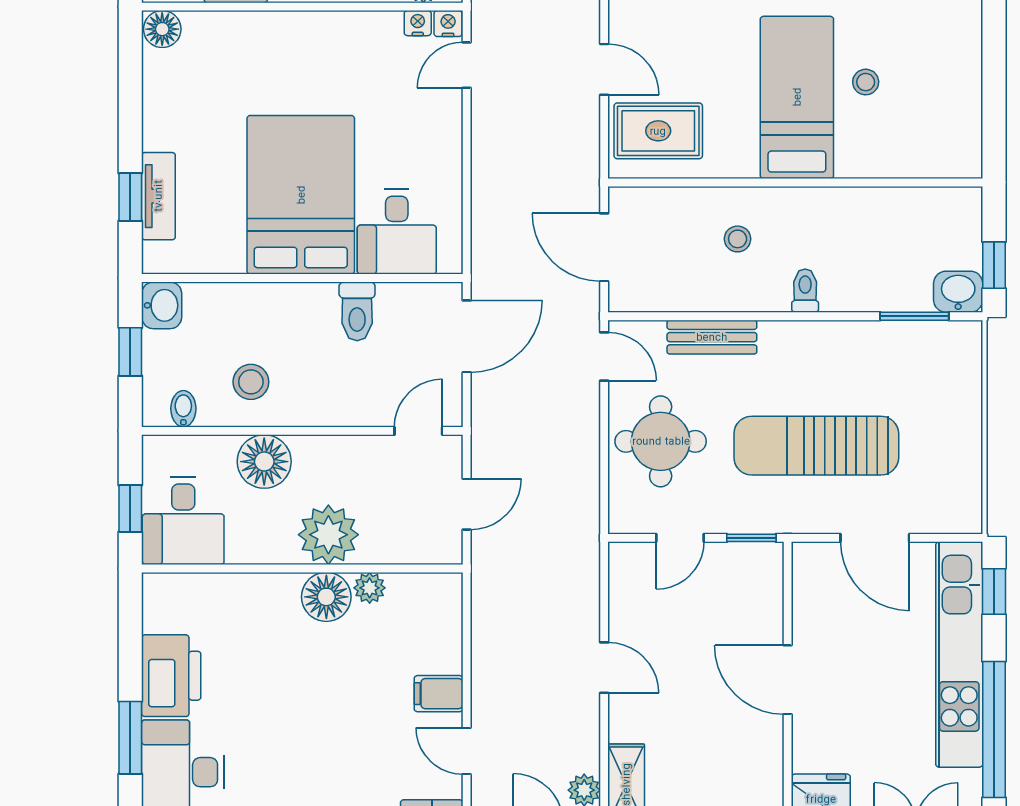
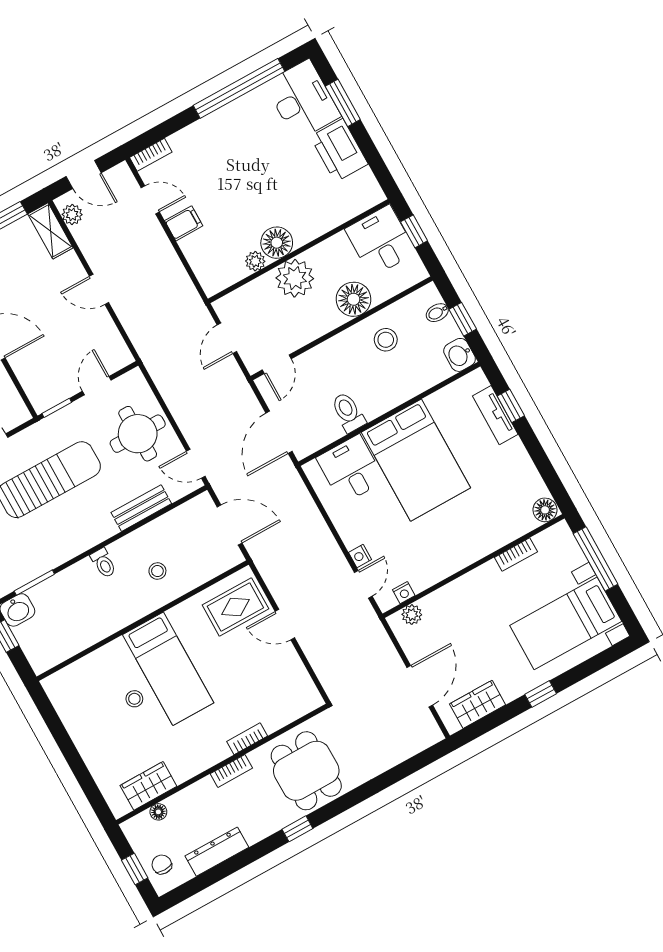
nightstand: (448, 24) -> (360, 556), moved, turned 90
bidet: (183, 409) -> (437, 313), moved, turned 90

